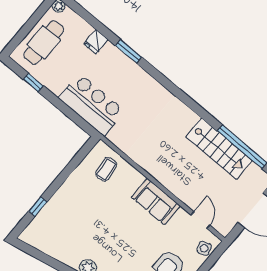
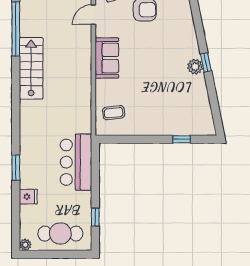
stairs: (219, 149) -> (31, 68), moved

